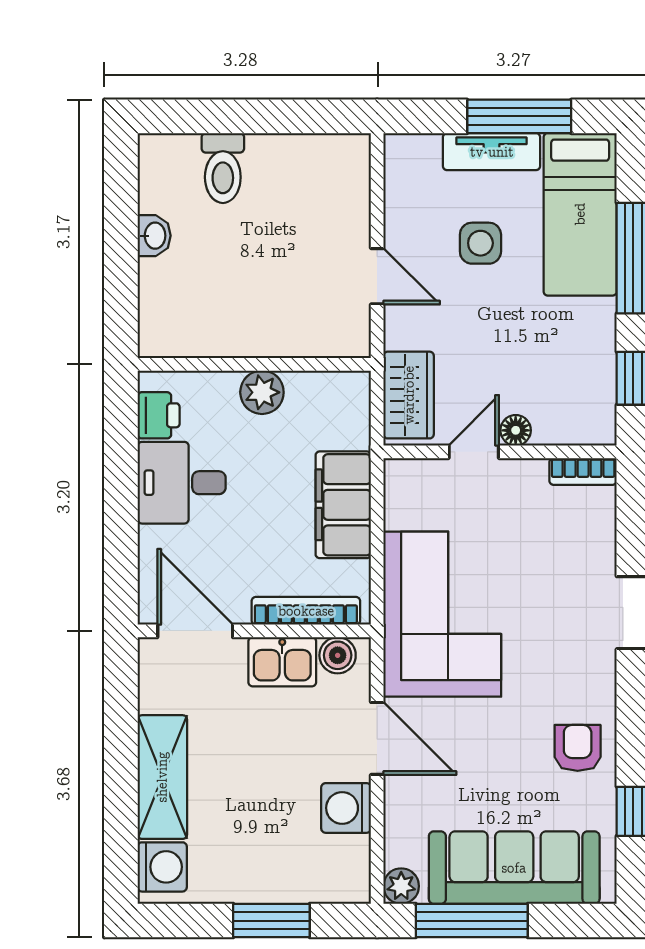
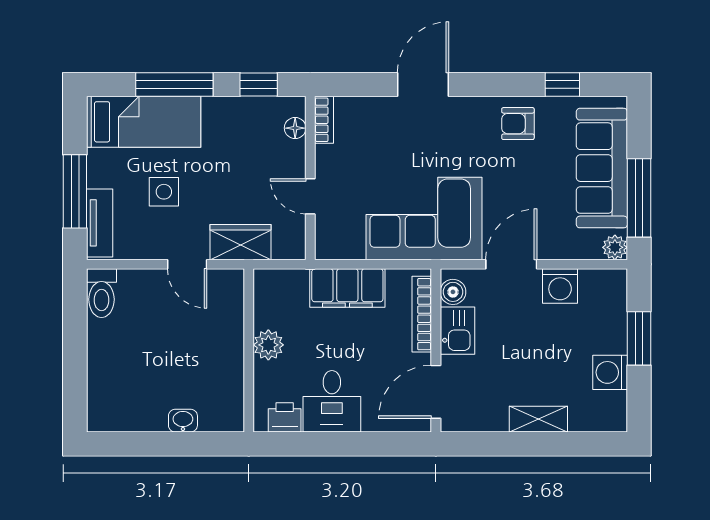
window: (519, 116) -> (75, 191), moved
tv unit: (492, 152) -> (100, 223), moved
toilet: (223, 168) -> (102, 293), moved, turned 90
washbasin: (154, 236) -> (183, 421), moved
door: (377, 276) -> (187, 264), swing flipped
wardrobe: (409, 395) -> (241, 242), moved
floor lamp: (516, 430) -> (295, 128), moved
shelving: (162, 777) -> (538, 419), width x0.67, depth x0.75
washing machine: (162, 867) -> (610, 372), moved, turned -90

